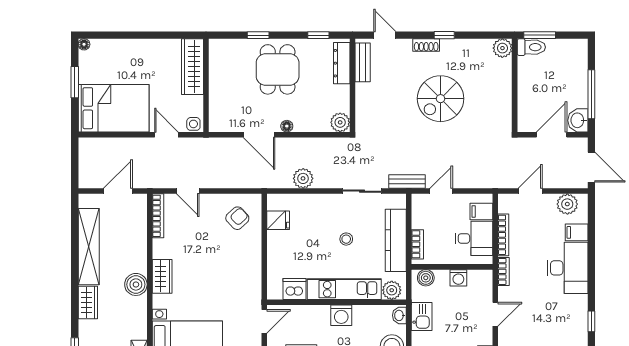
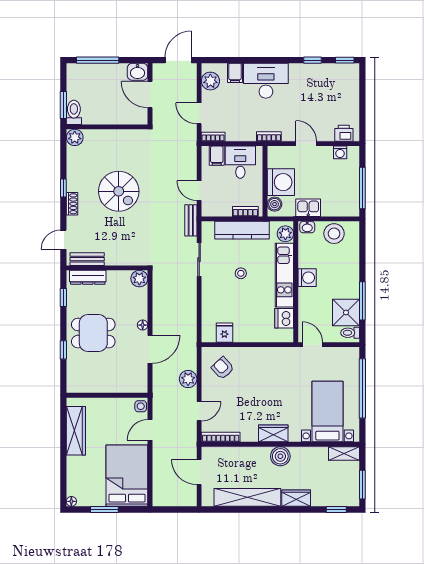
wardrobe: (193, 67) -> (76, 431), moved, turned -90
window: (591, 94) -> (98, 60), moved
plant: (303, 178) -> (188, 379), moved
bookcase: (503, 235) -> (213, 137), moved, width x0.64
washing machine: (458, 278) -> (281, 182), width x1.89, depth x1.89

